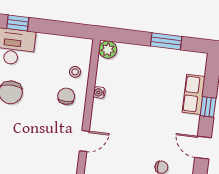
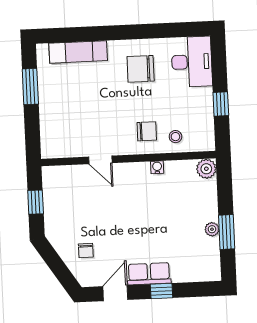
window: (18, 23) -> (221, 104), moved
plant: (161, 54) -> (212, 229), added
row of seats: (194, 94) -> (149, 274), moved

